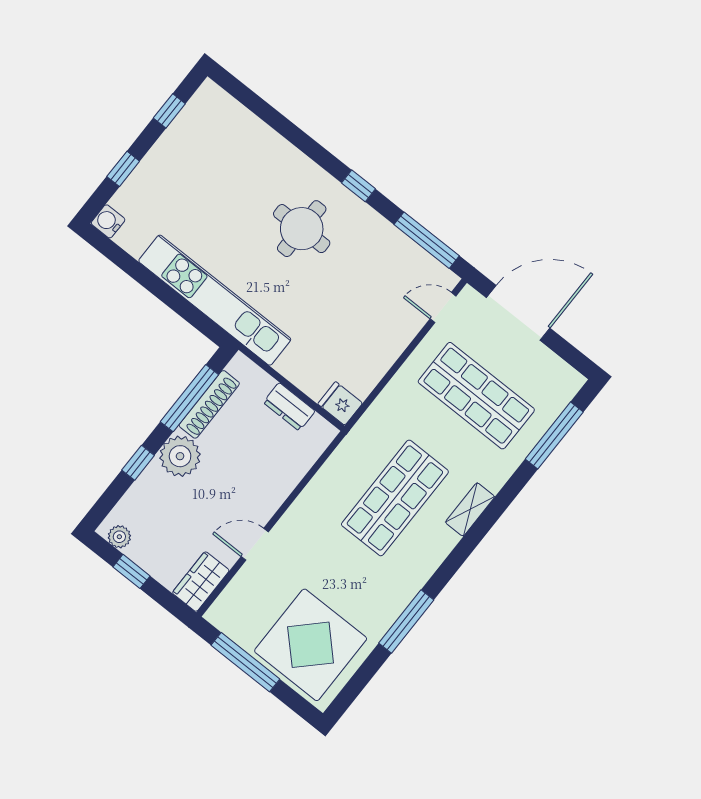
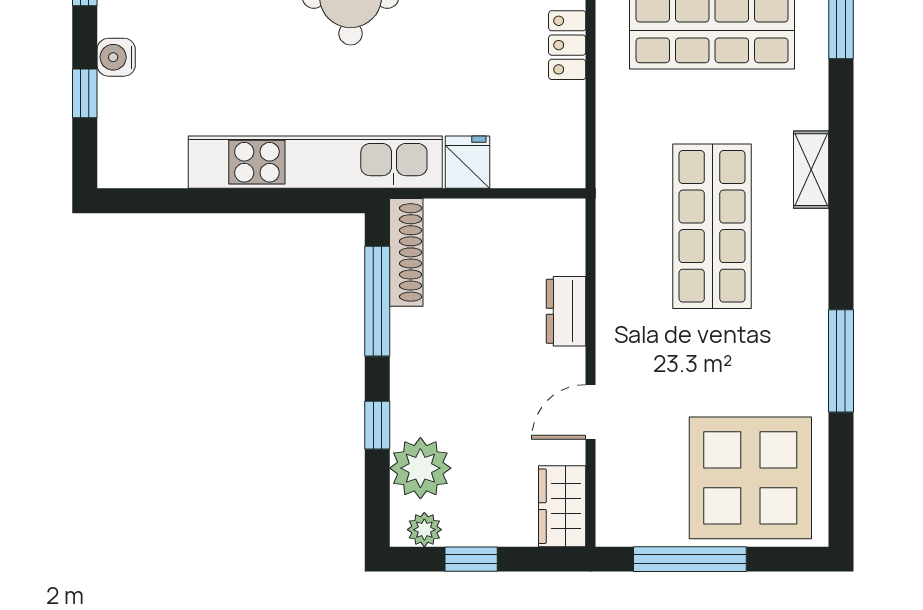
water cooler: (108, 221) -> (116, 57), moved
locker: (395, 344) -> (567, 45), added
fridge: (340, 403) -> (468, 162), moved, turned 90
shoe rack: (209, 404) -> (406, 252), moved
dresser: (289, 407) -> (566, 311), moved, turned 90
plant: (180, 456) -> (420, 468), moved

